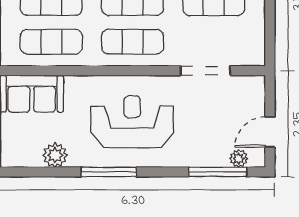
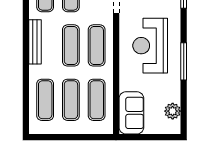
plant: (55, 155) -> (173, 111), moved

